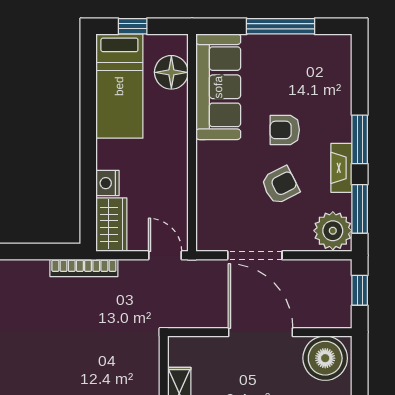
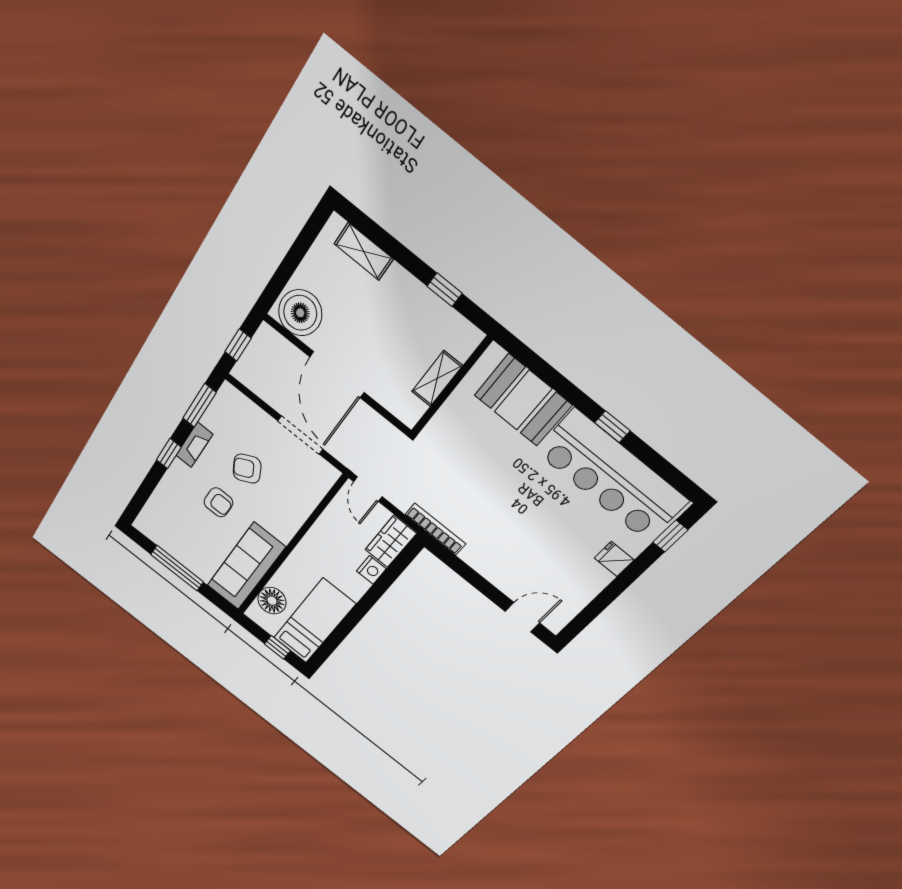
window: (360, 139) -> (169, 454), width x0.67
plant: (333, 231) -> (230, 406), removed

